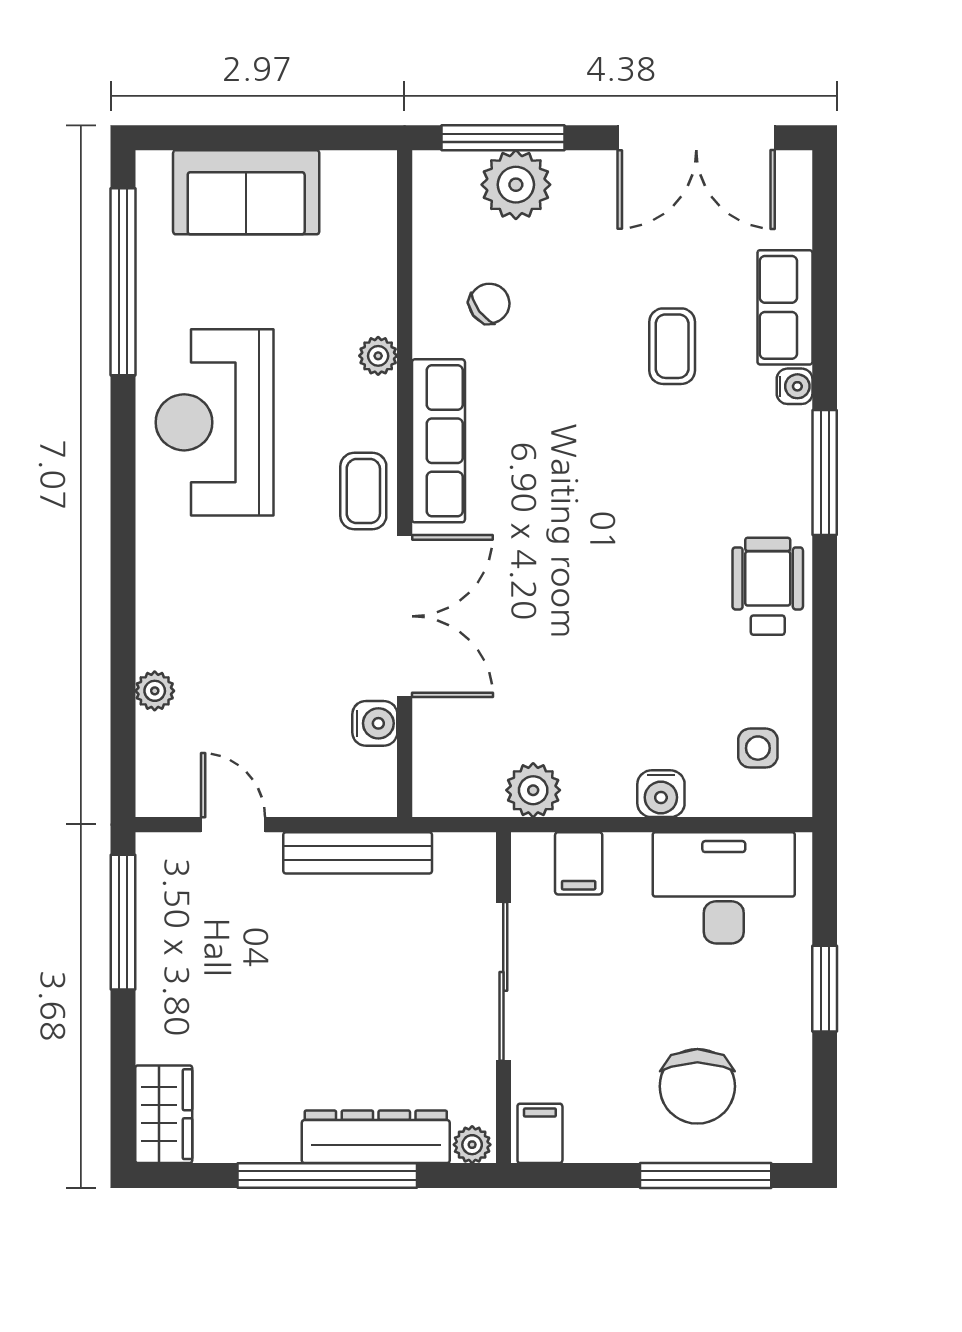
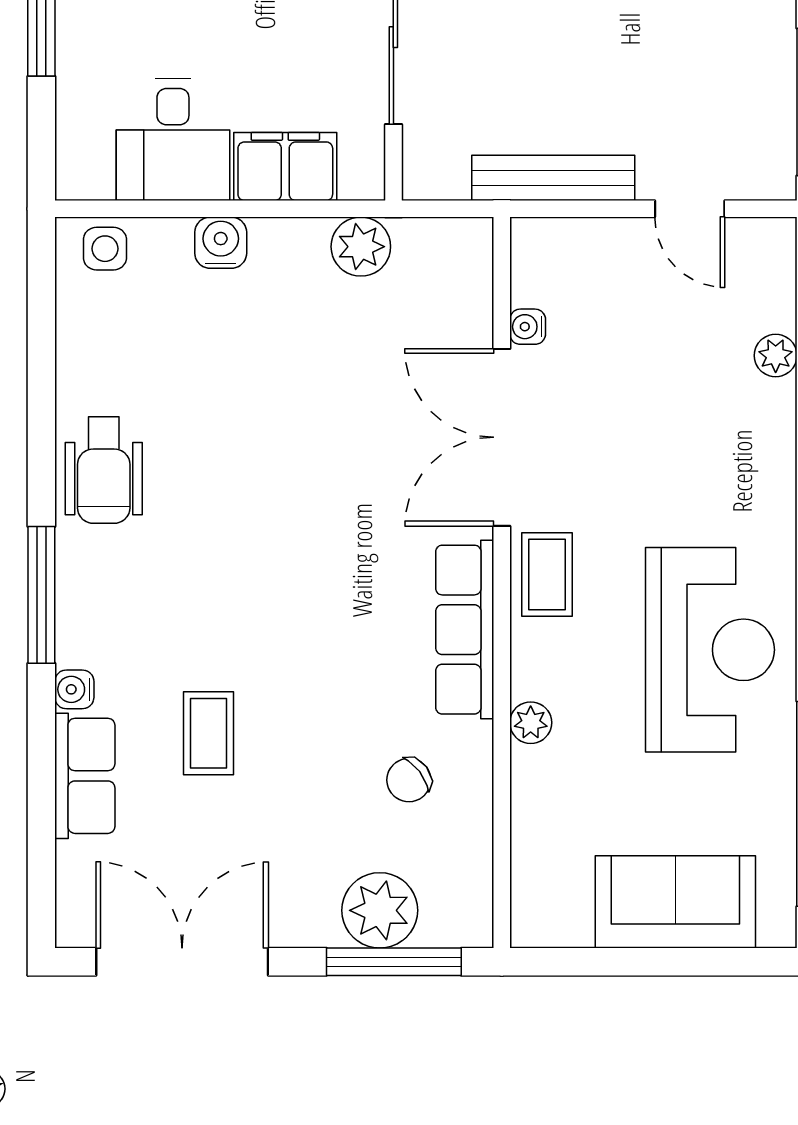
water cooler: (375, 723) -> (528, 327), width x0.72, depth x0.72
side table: (758, 748) -> (105, 249), moved
filing cabinet: (579, 863) -> (285, 166), width x2.00
desk: (724, 888) -> (173, 140), width x0.73

